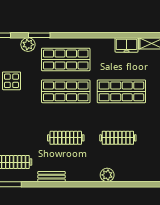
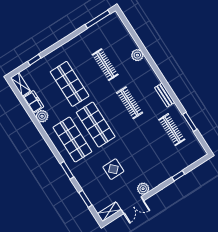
plant: (28, 45) -> (42, 116), moved

